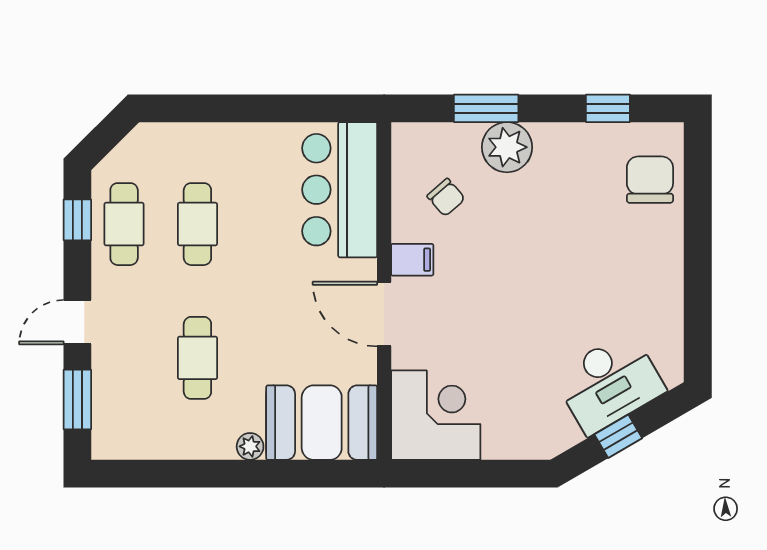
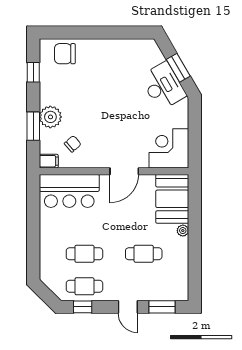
filing cabinet: (412, 260) -> (49, 161), moved, turned 90
desk: (609, 383) -> (163, 86), moved
window: (618, 436) -> (178, 68), width x1.50

